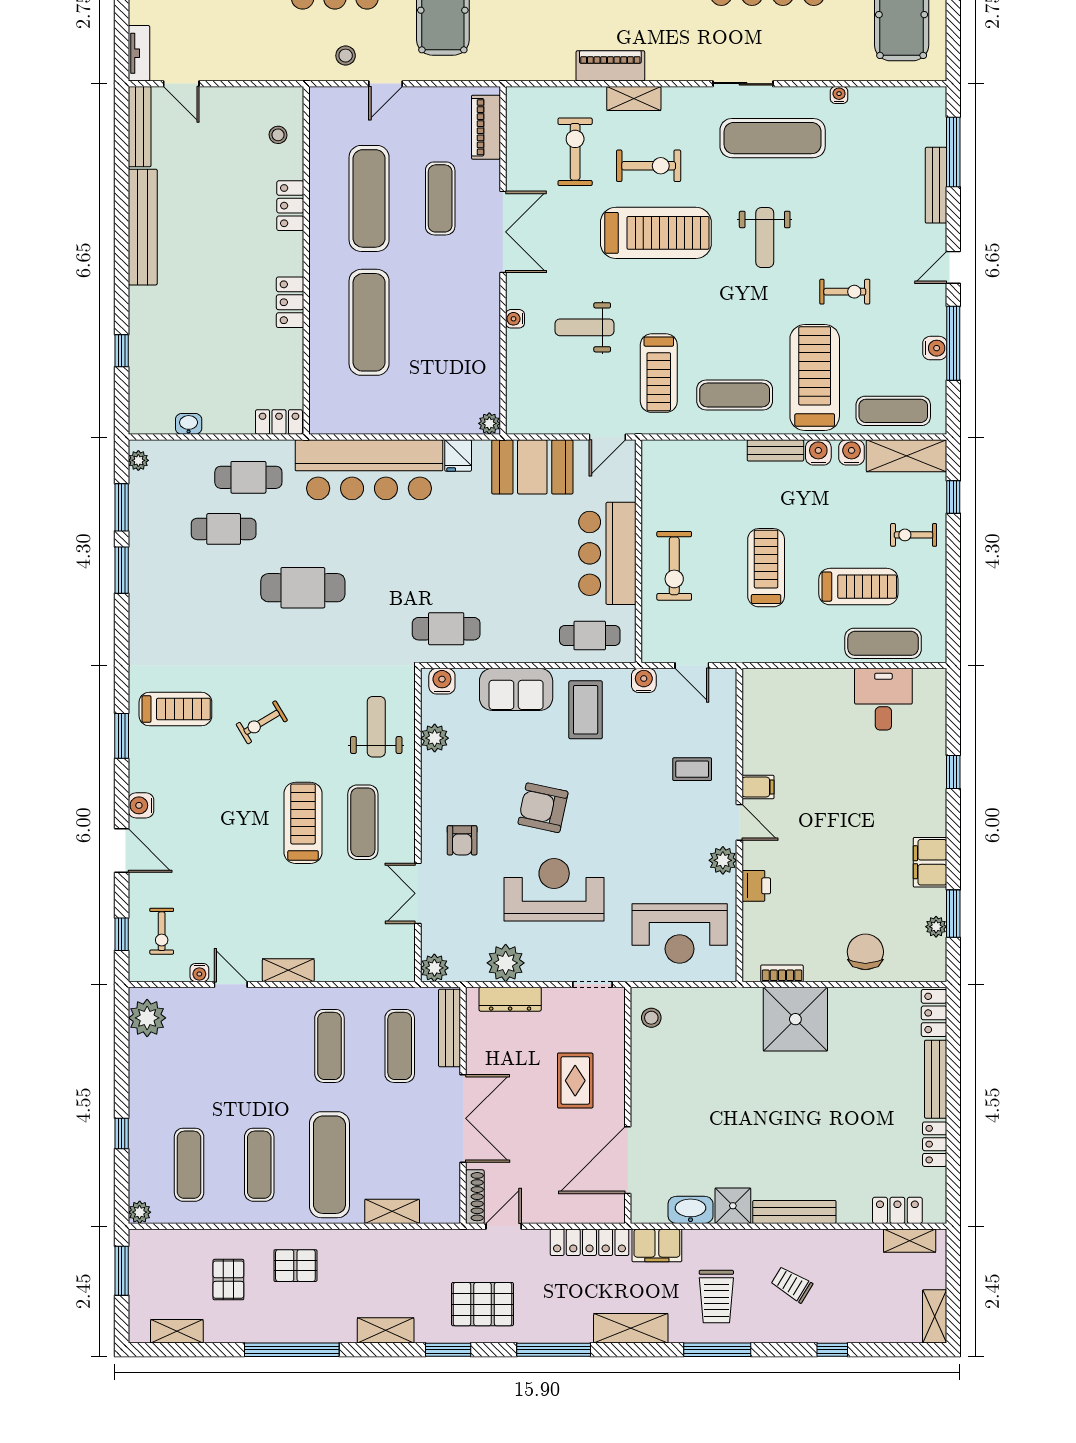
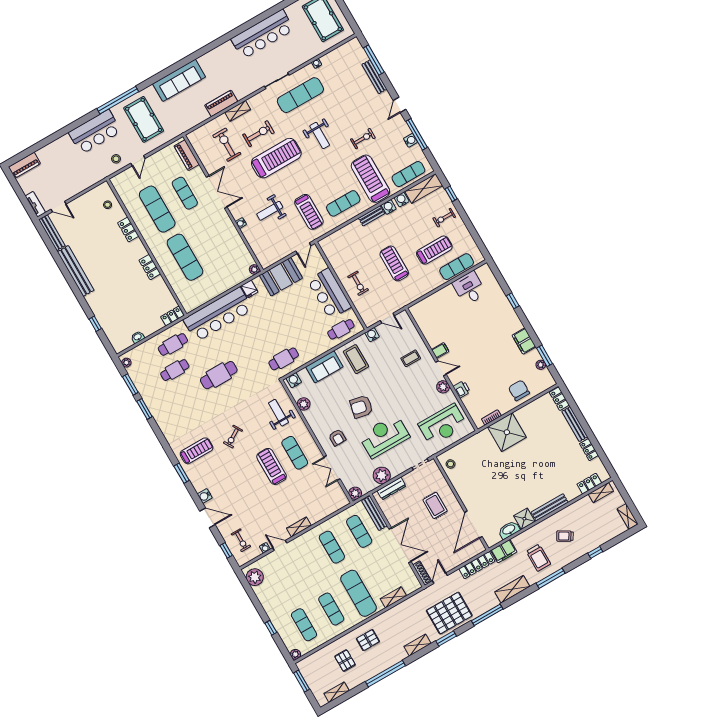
exercise bike: (674, 566) -> (358, 283), width x0.73, depth x0.72
pallet: (482, 1304) -> (449, 613), width x1.37, depth x1.41

